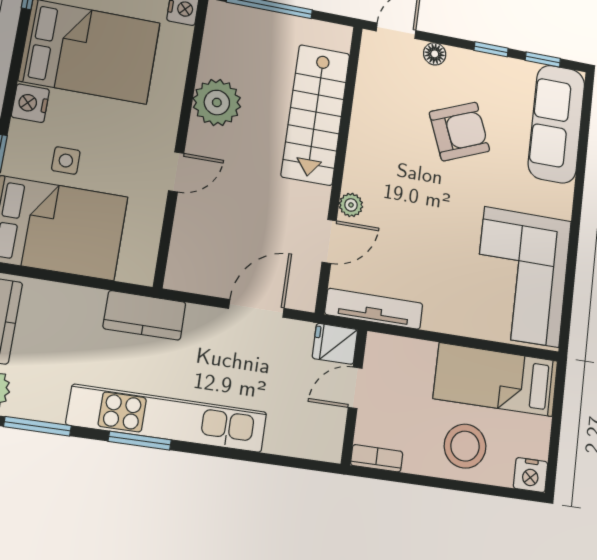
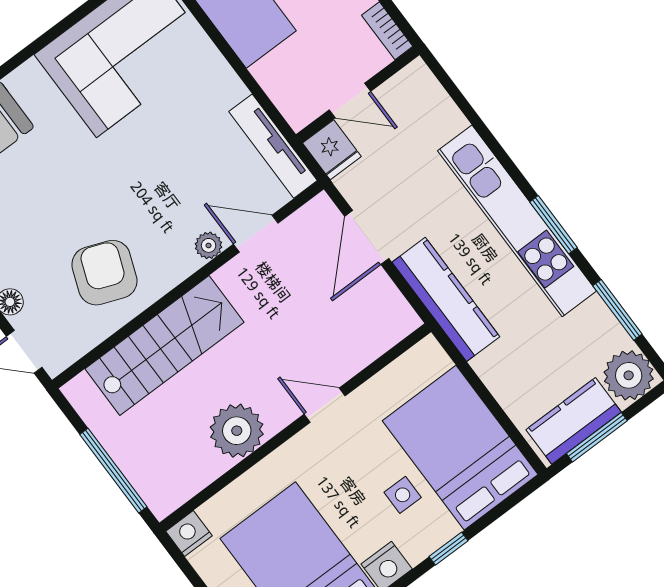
armchair: (459, 131) -> (104, 273), moved, turned 43
door: (256, 308) -> (367, 237), hinge flipped
kitchen counter: (145, 315) -> (446, 299), width x1.50

